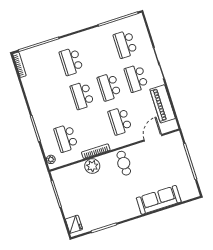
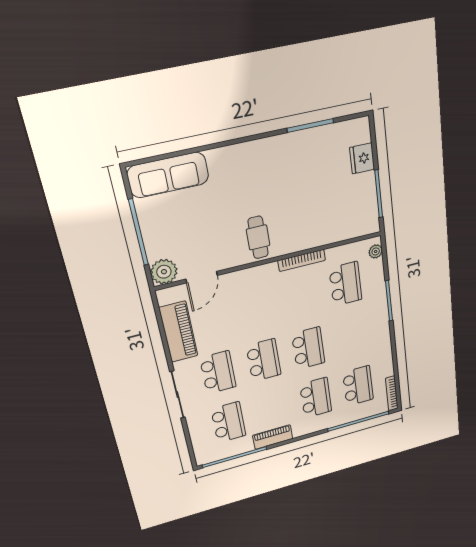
piano: (95, 33) -> (273, 437), added
school desk: (120, 121) -> (358, 386), moved
plant: (92, 166) -> (164, 272), moved
sofa: (159, 200) -> (168, 175), moved
fridge: (74, 224) -> (362, 158), moved

